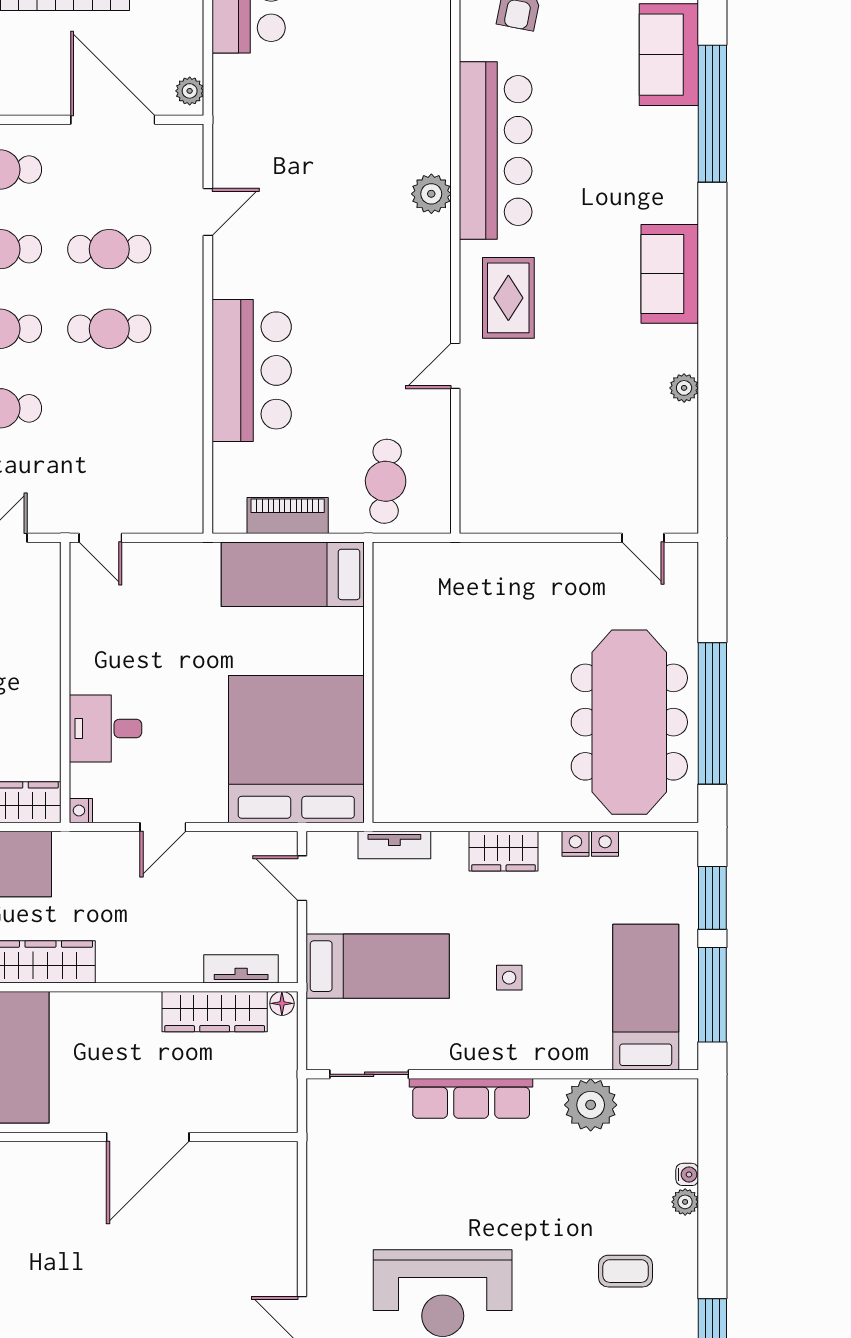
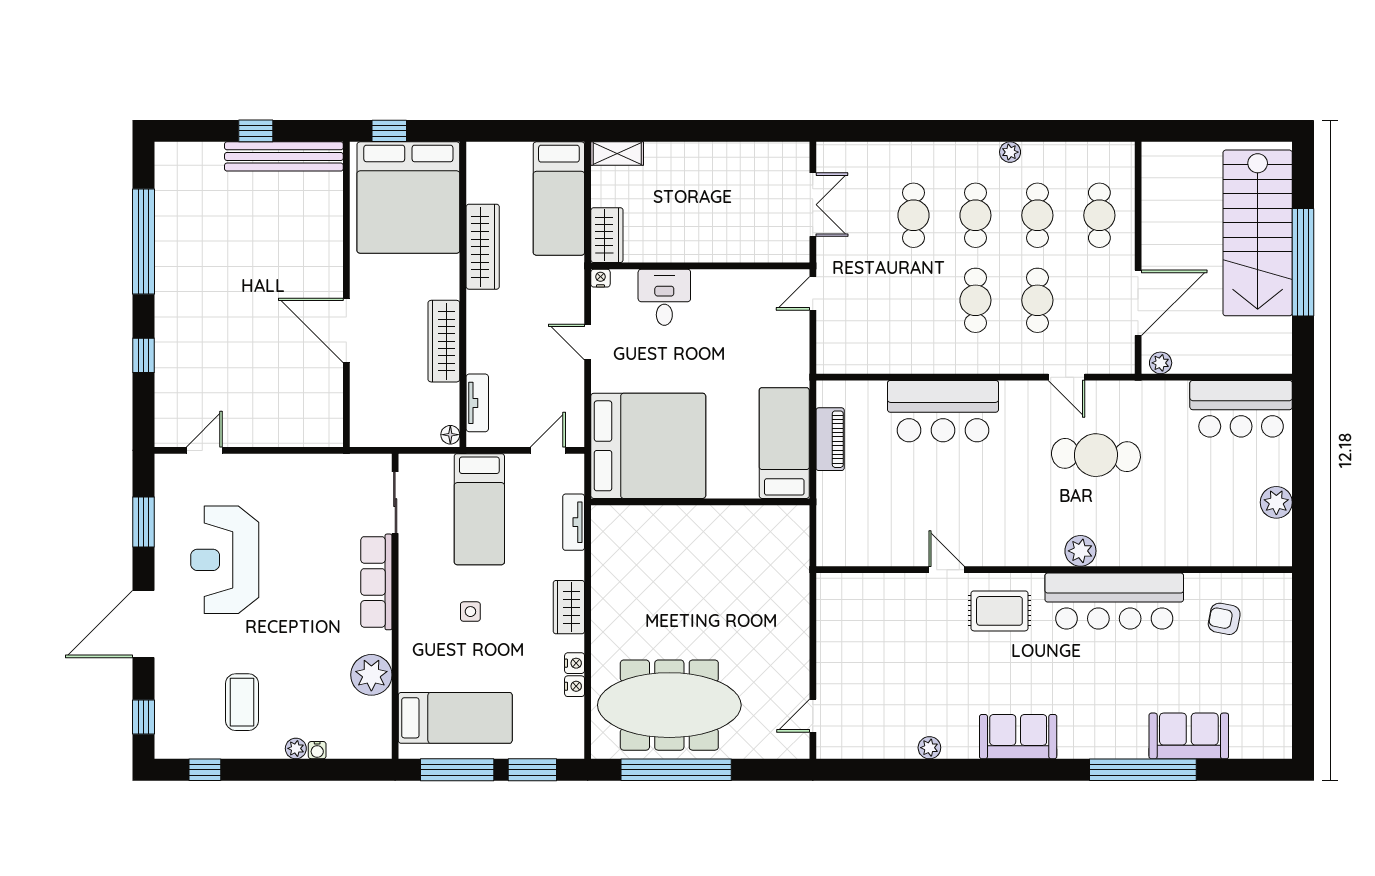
cafe table: (386, 481) -> (1096, 455), moved, width x1.37, depth x1.35
wardrobe: (215, 1012) -> (444, 341), moved
coffee table: (625, 1271) -> (242, 702), width x1.36, depth x1.30

